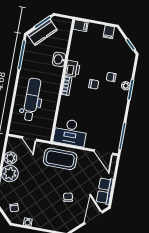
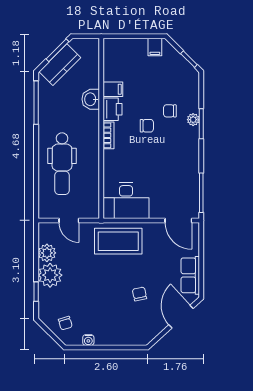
filing cabinet: (81, 26) -> (113, 89), moved
dental chair: (32, 99) -> (62, 164), turned 180

